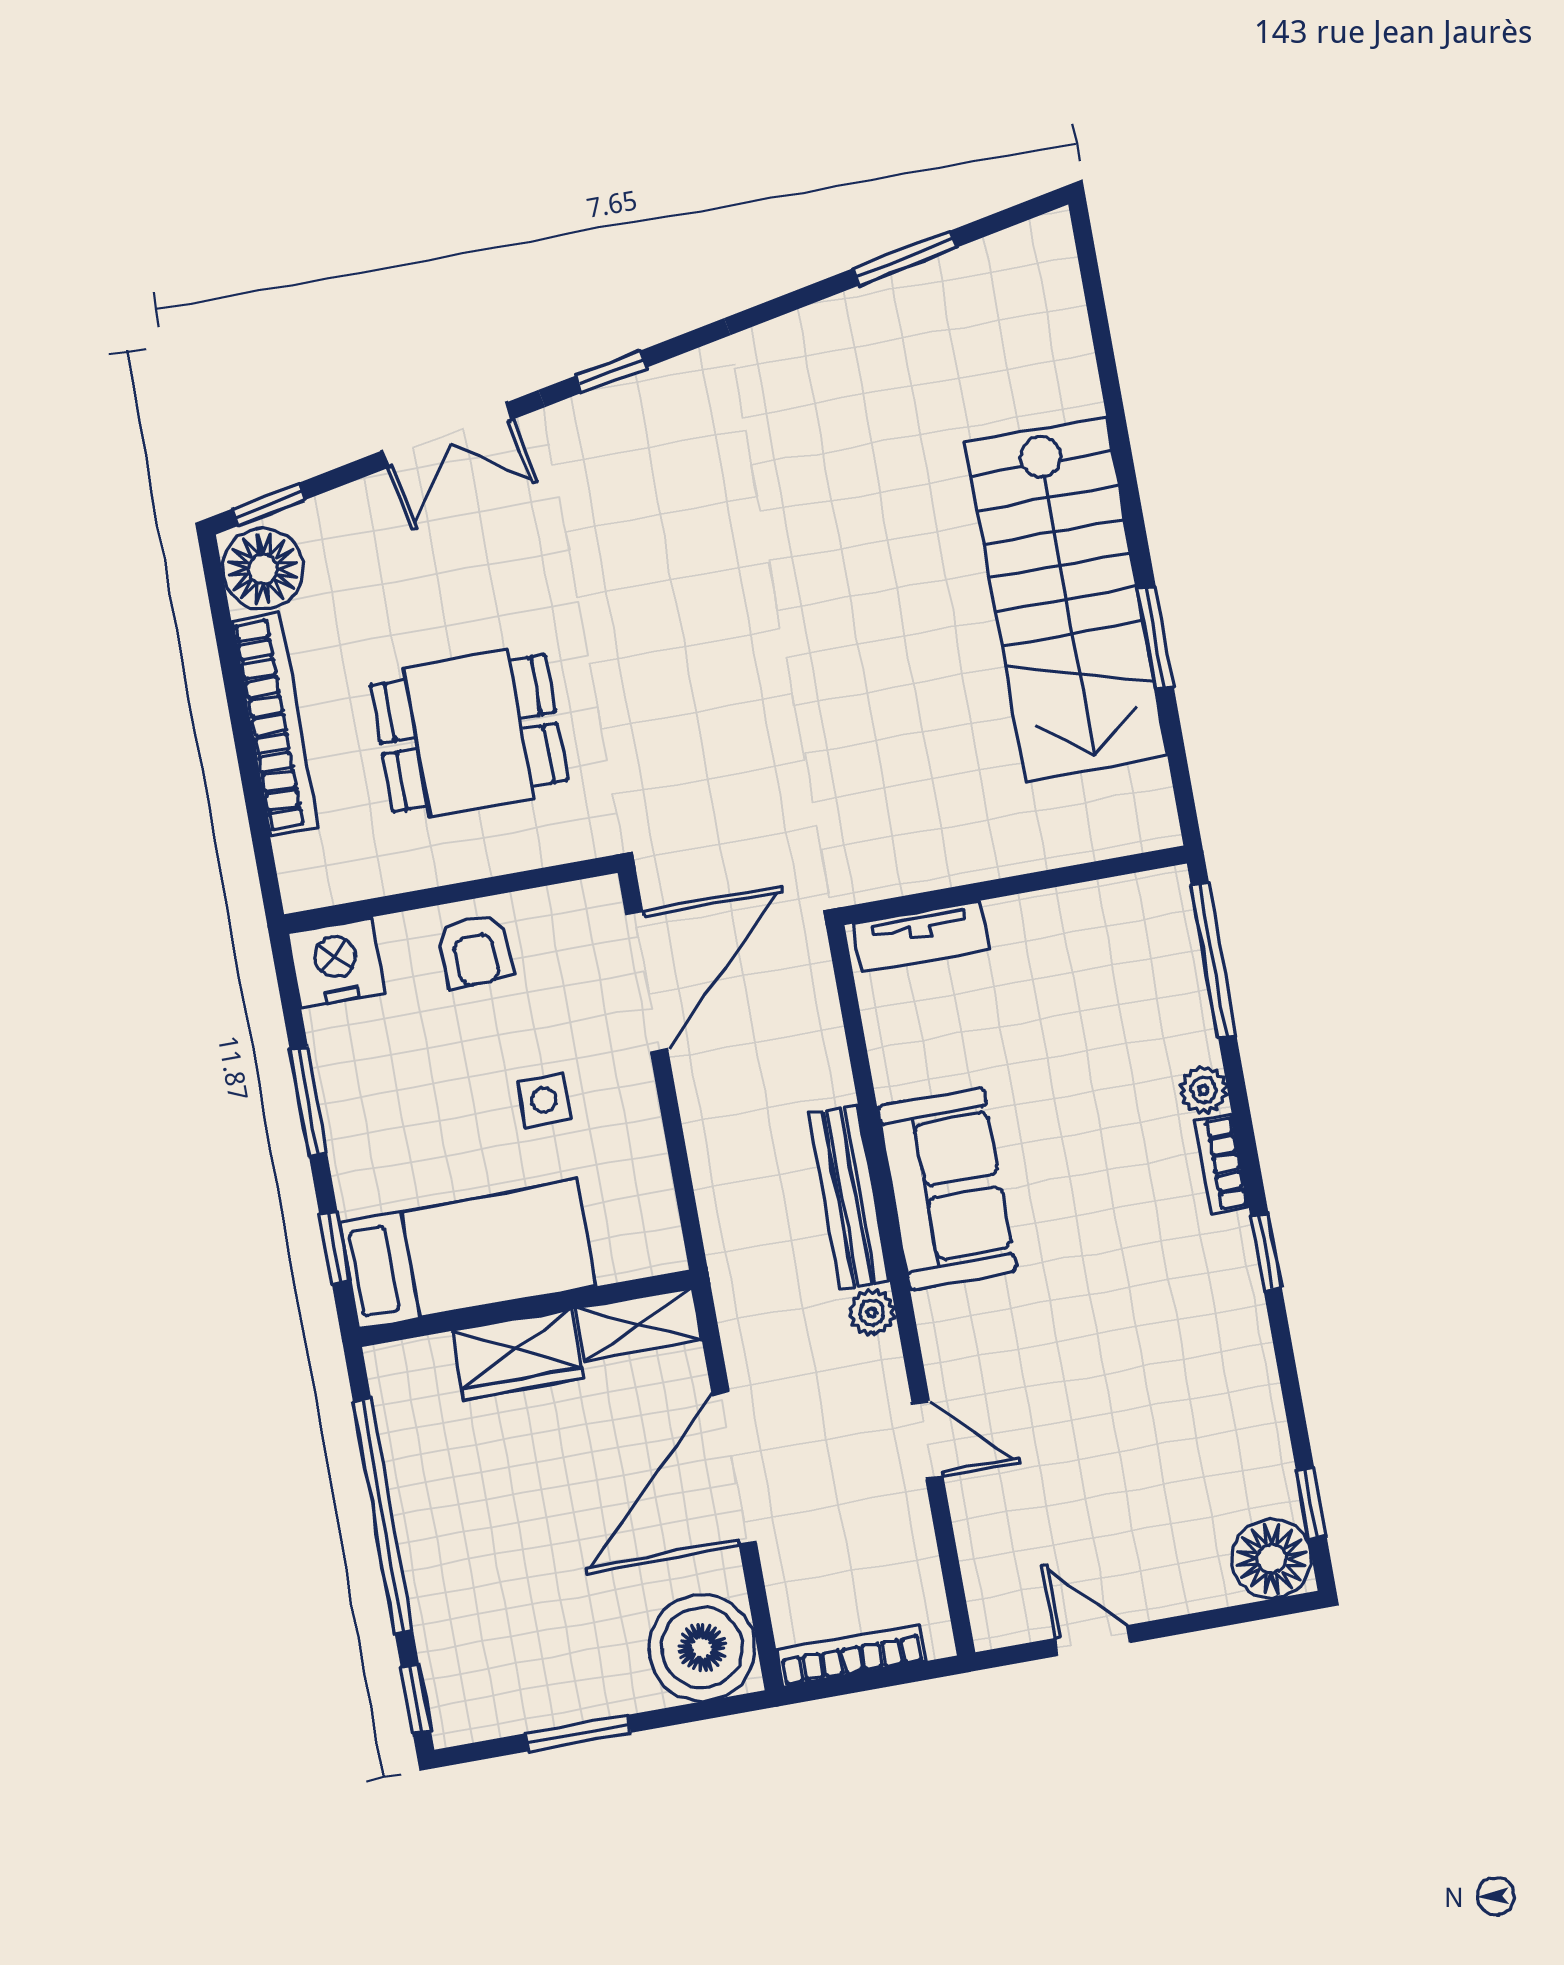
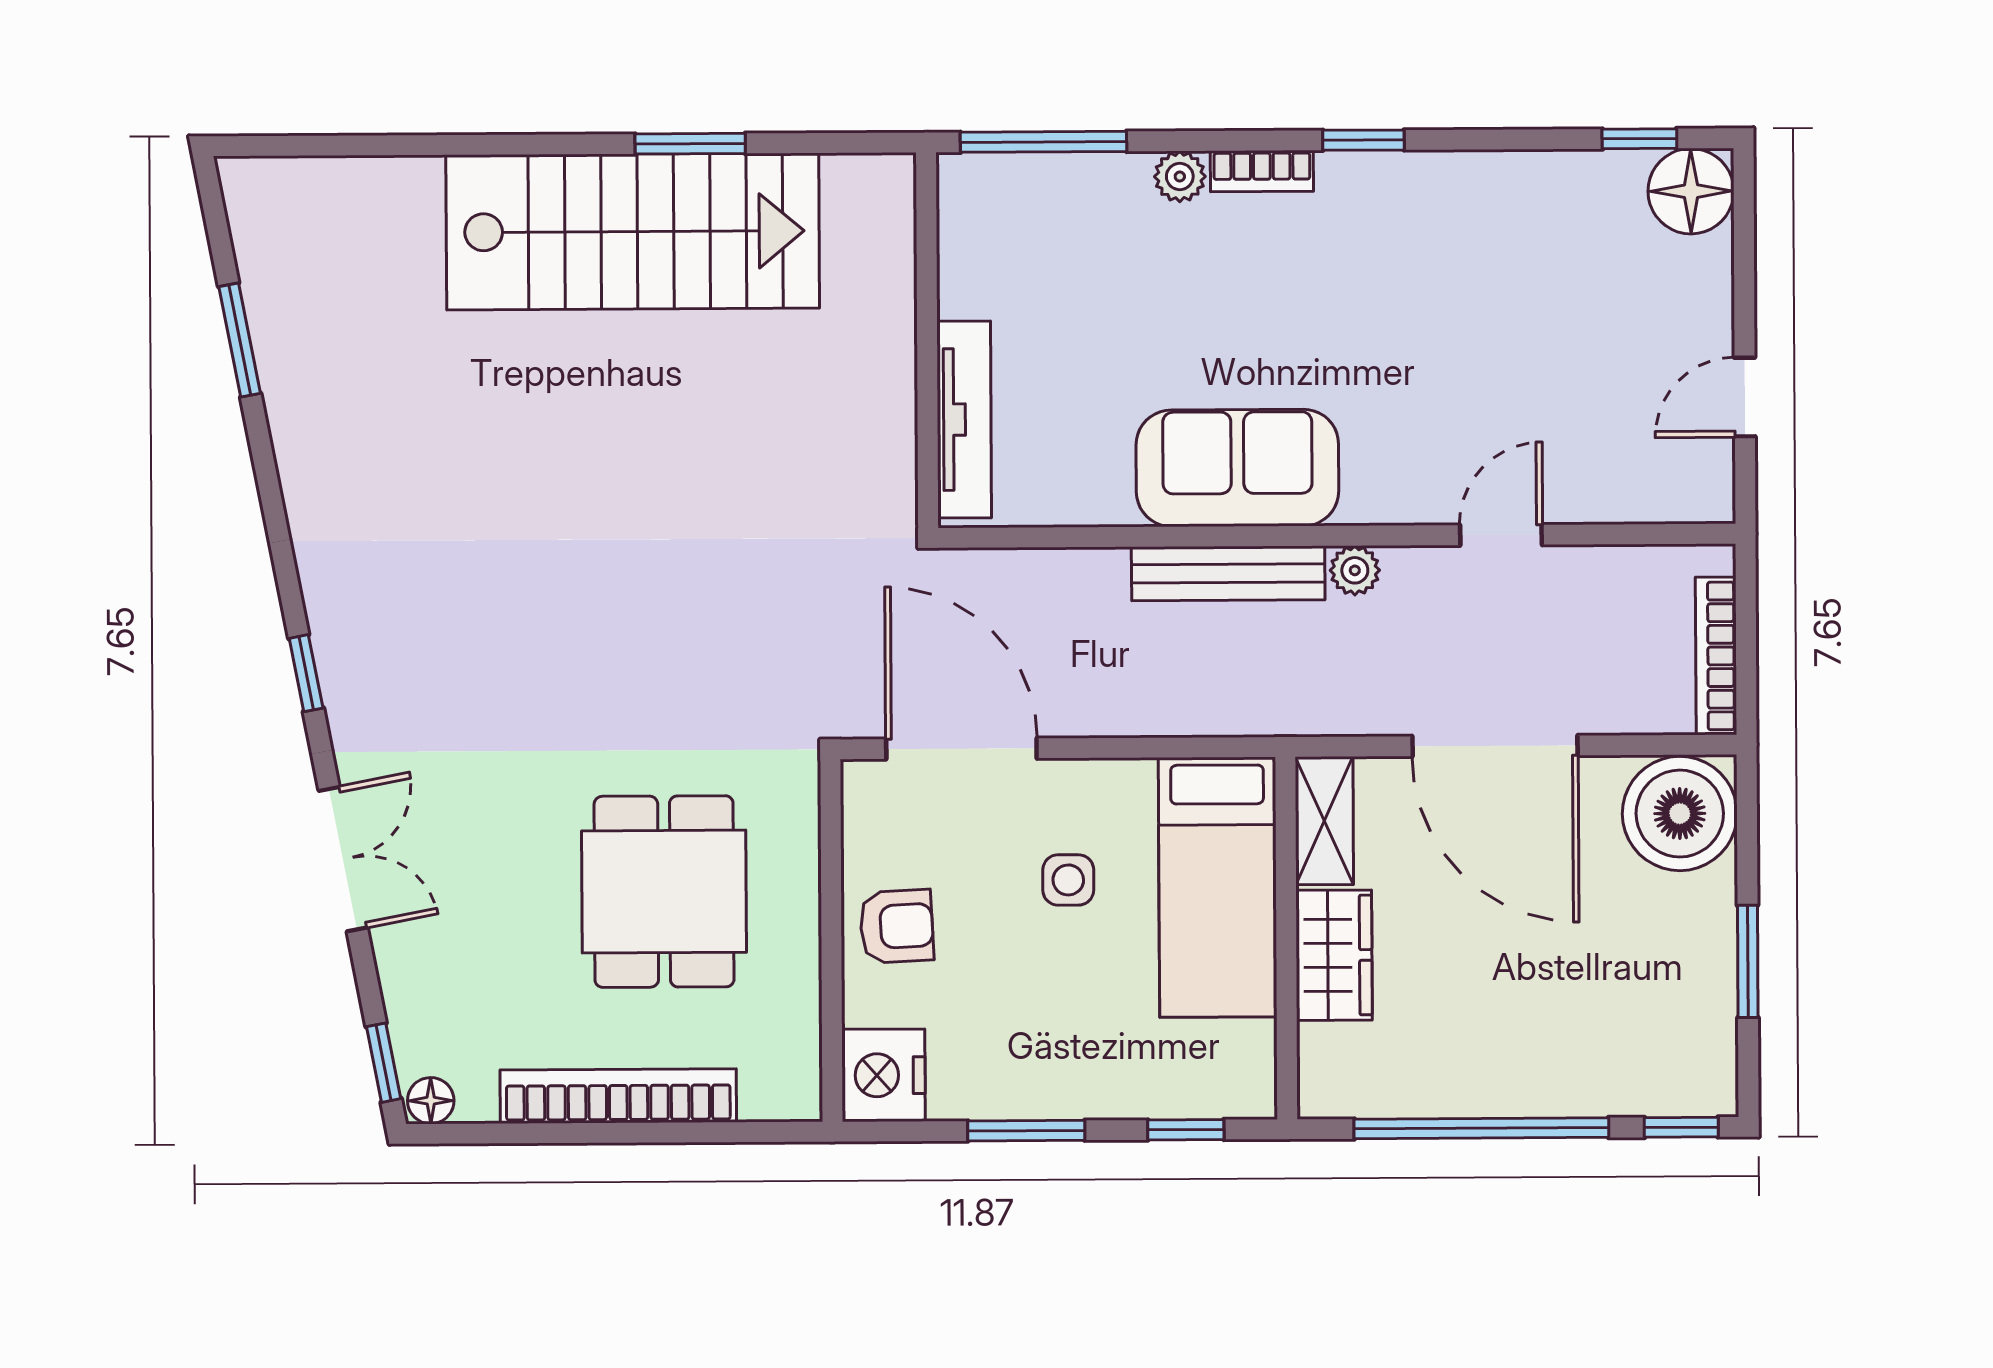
floor lamp: (263, 569) -> (431, 1101), width x0.53, depth x0.53
tv unit: (921, 936) -> (964, 419), width x1.41
bed: (468, 1254) -> (1218, 887), moved, turned 180

